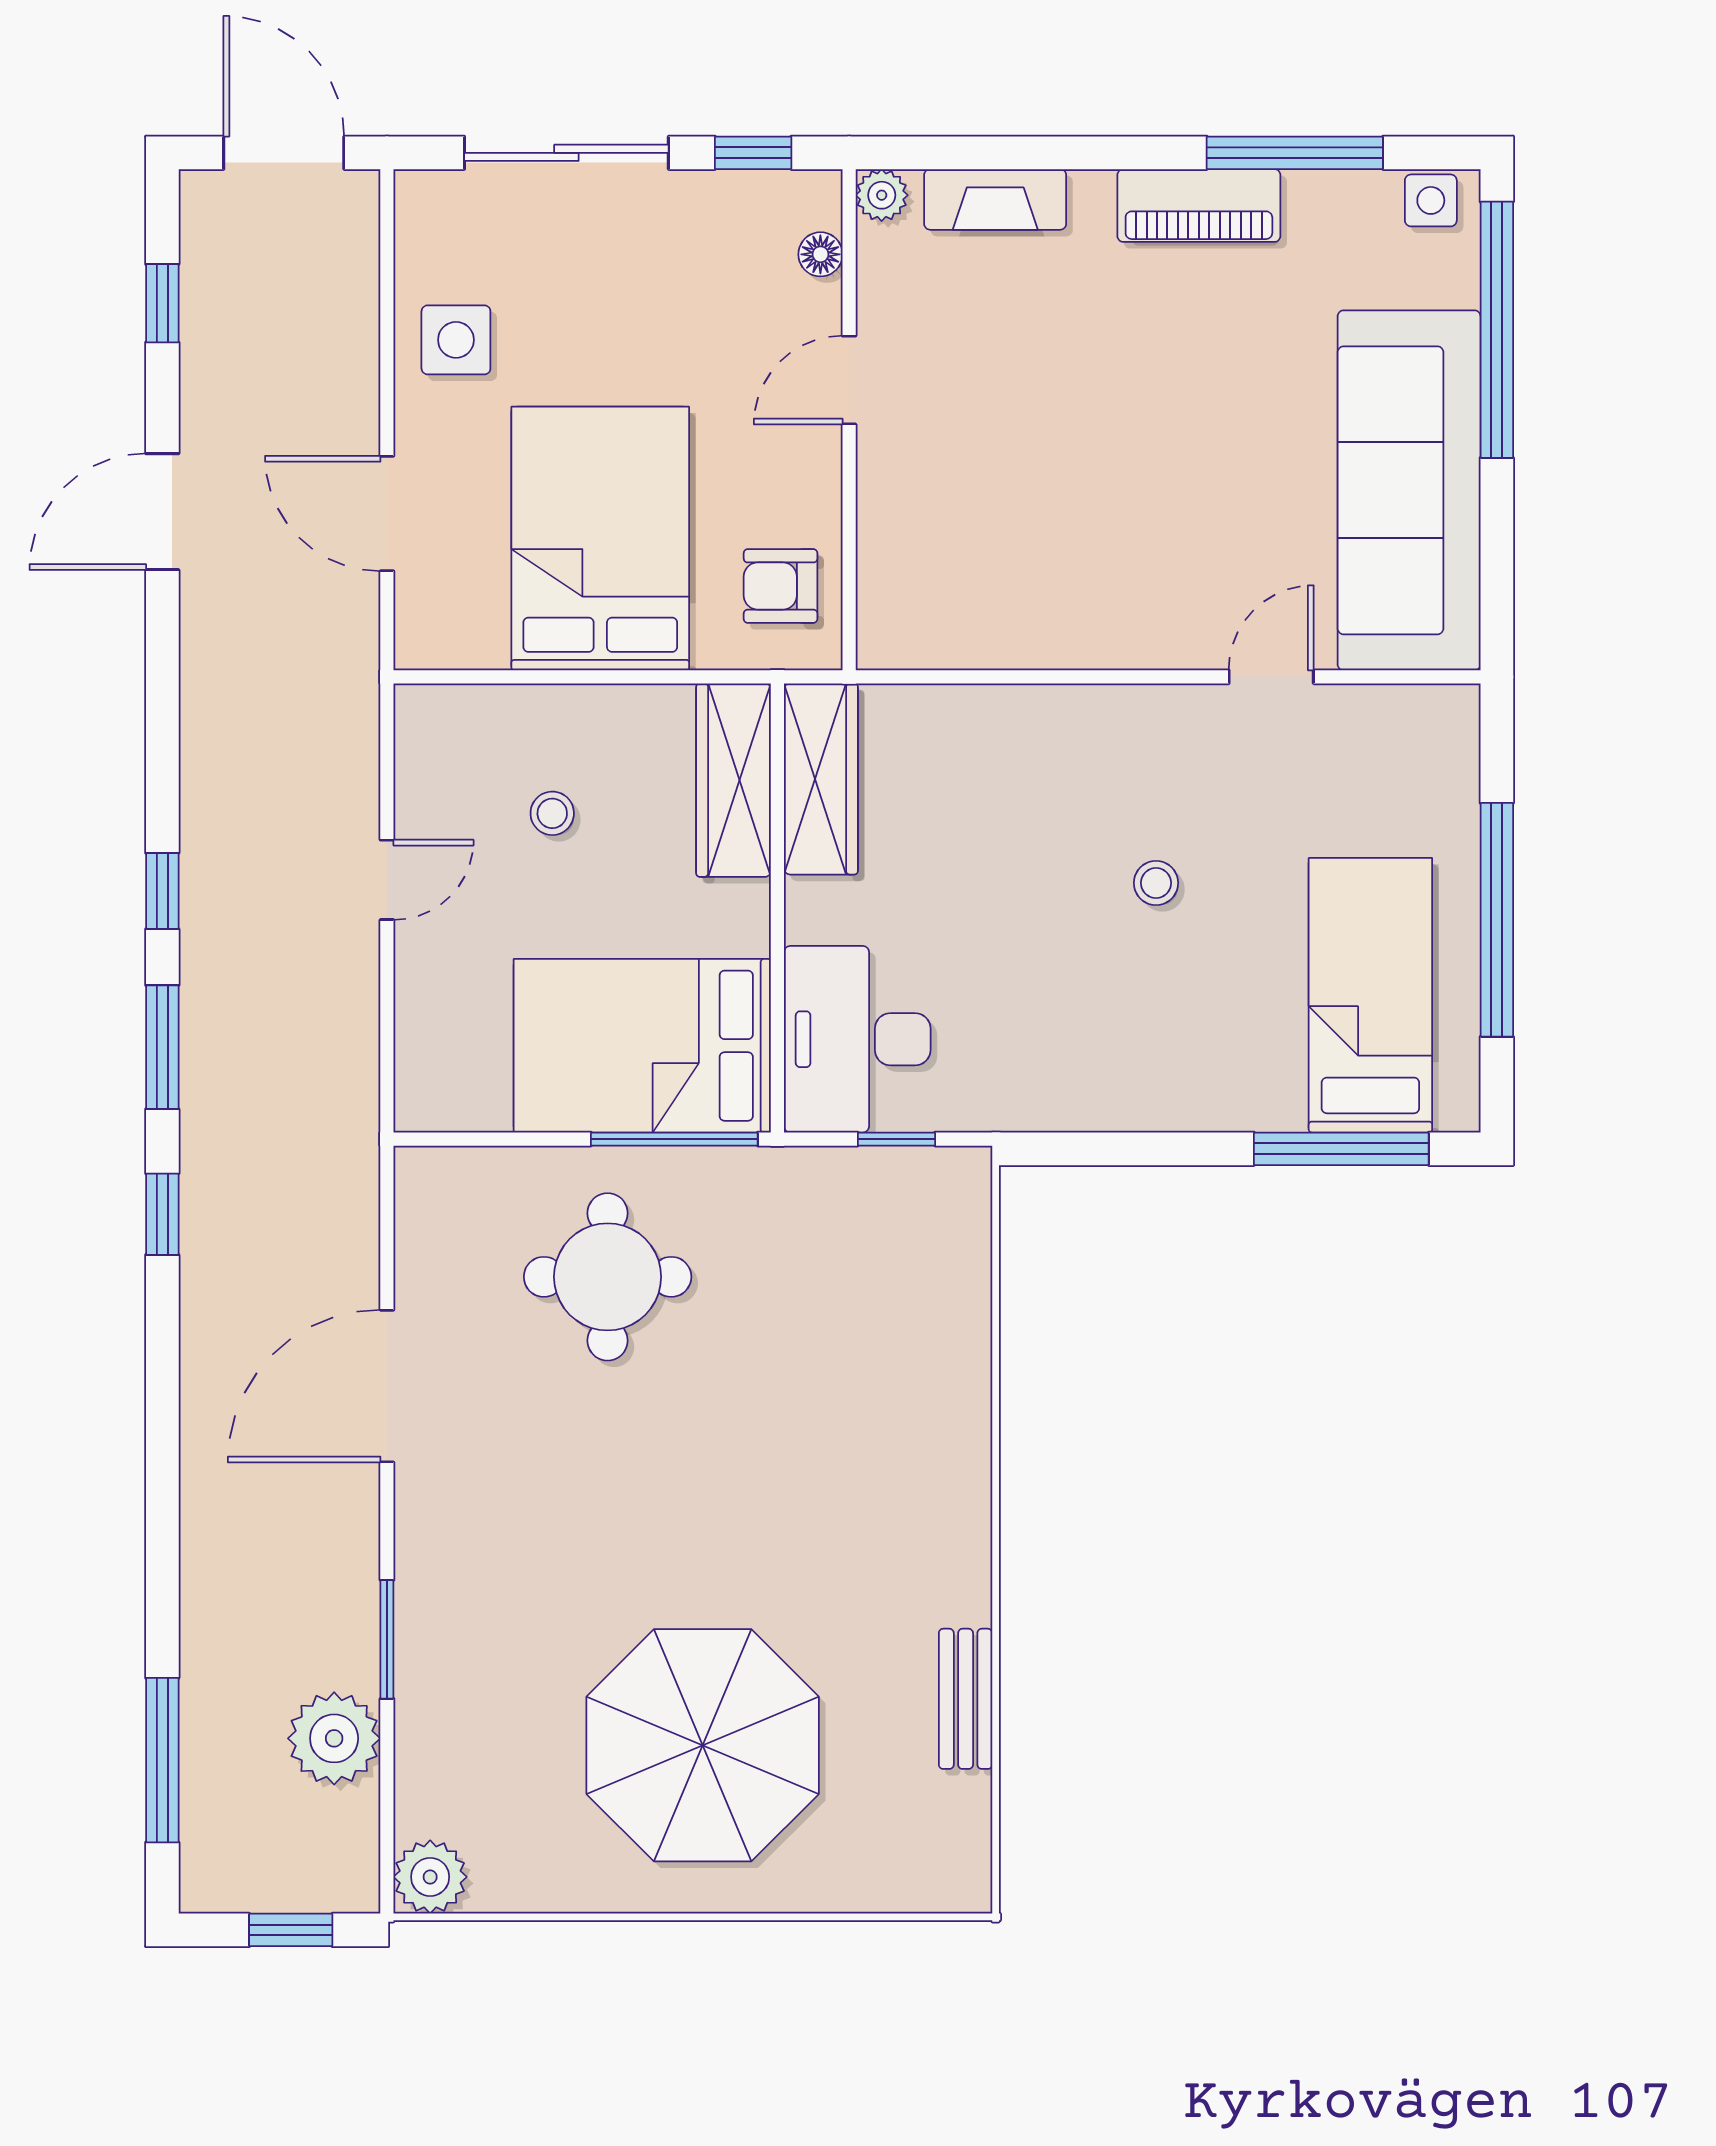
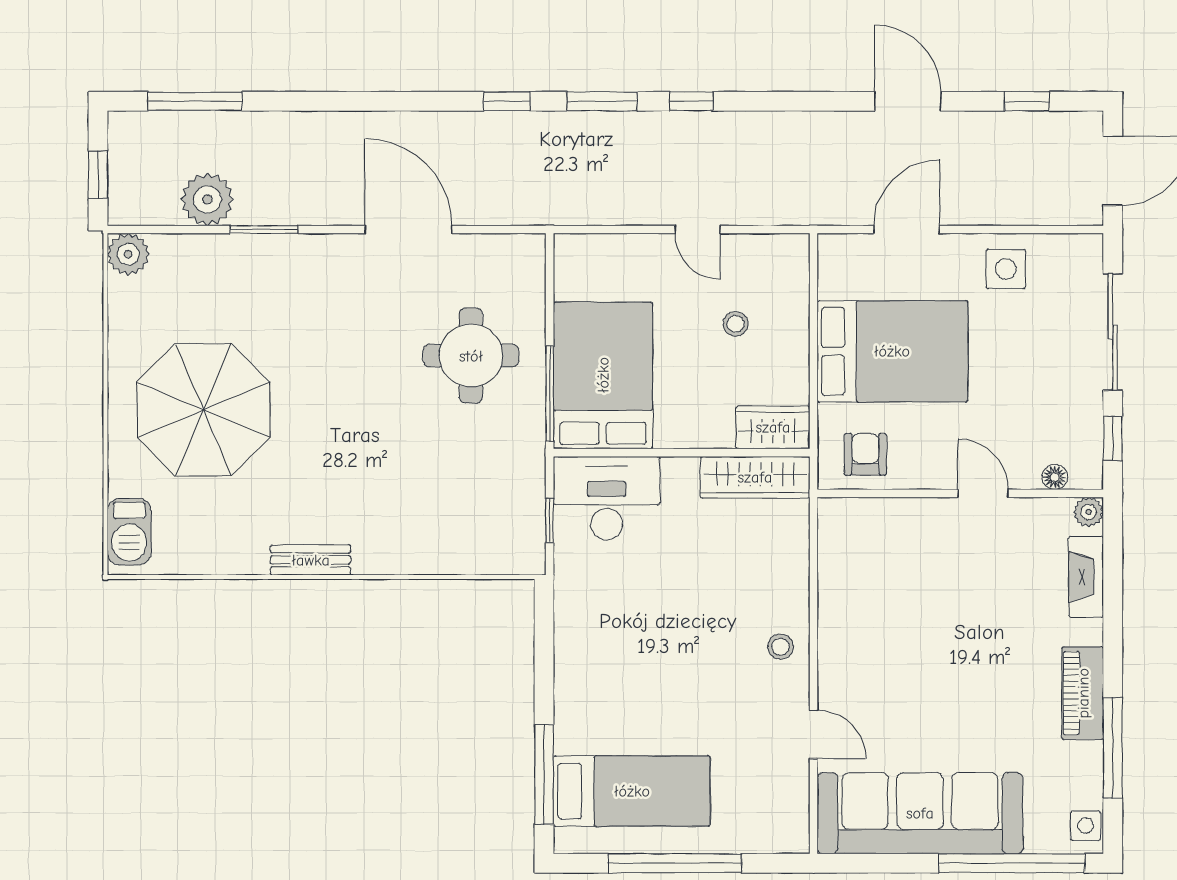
wardrobe: (734, 780) -> (773, 427), width x0.67
stool: (1156, 883) -> (781, 647), moved
bench: (966, 1699) -> (311, 560), moved
barbecue: (916, 1875) -> (129, 532), added

